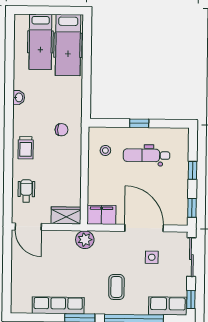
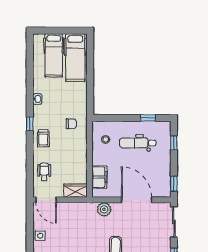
window: (139, 123) -> (148, 118), moved
window: (9, 129) -> (30, 124), added
window: (192, 170) -> (174, 143), moved
filing cabinet: (101, 215) -> (99, 177), moved, turned 90
plant: (85, 240) -> (104, 209), moved
side table: (152, 257) -> (40, 236), moved

